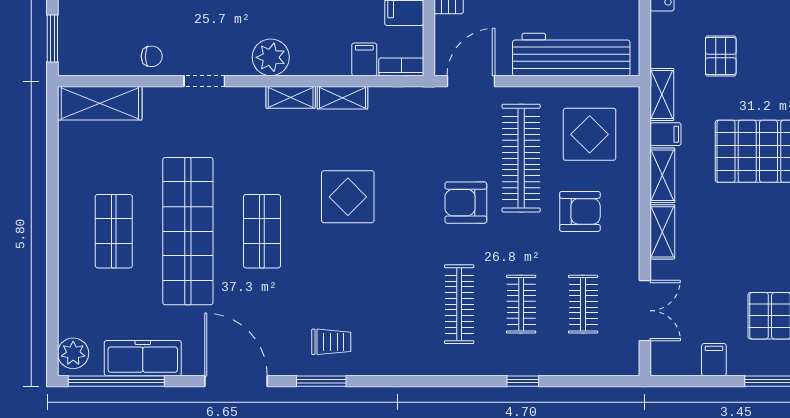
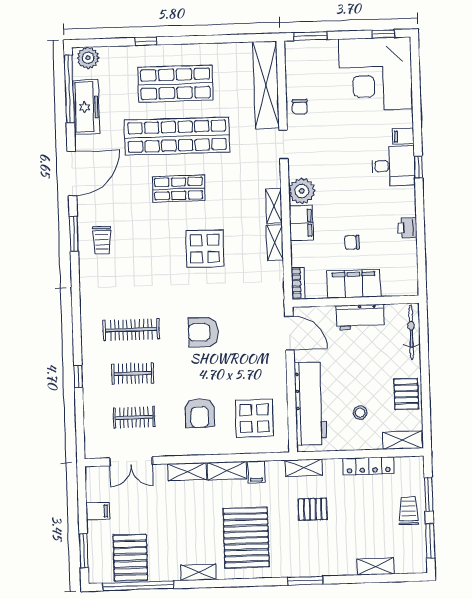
filing cabinet: (364, 59) -> (301, 223), moved, width x2.00
shelving: (662, 95) -> (304, 468), moved
shelving: (100, 103) -> (266, 85), width x1.47
clothes rail: (521, 158) -> (236, 370), removed
armchair: (466, 203) -> (203, 332), turned -90
shop shelf: (114, 231) -> (175, 84), width x1.43, depth x1.36
window: (52, 271) -> (146, 41), added

